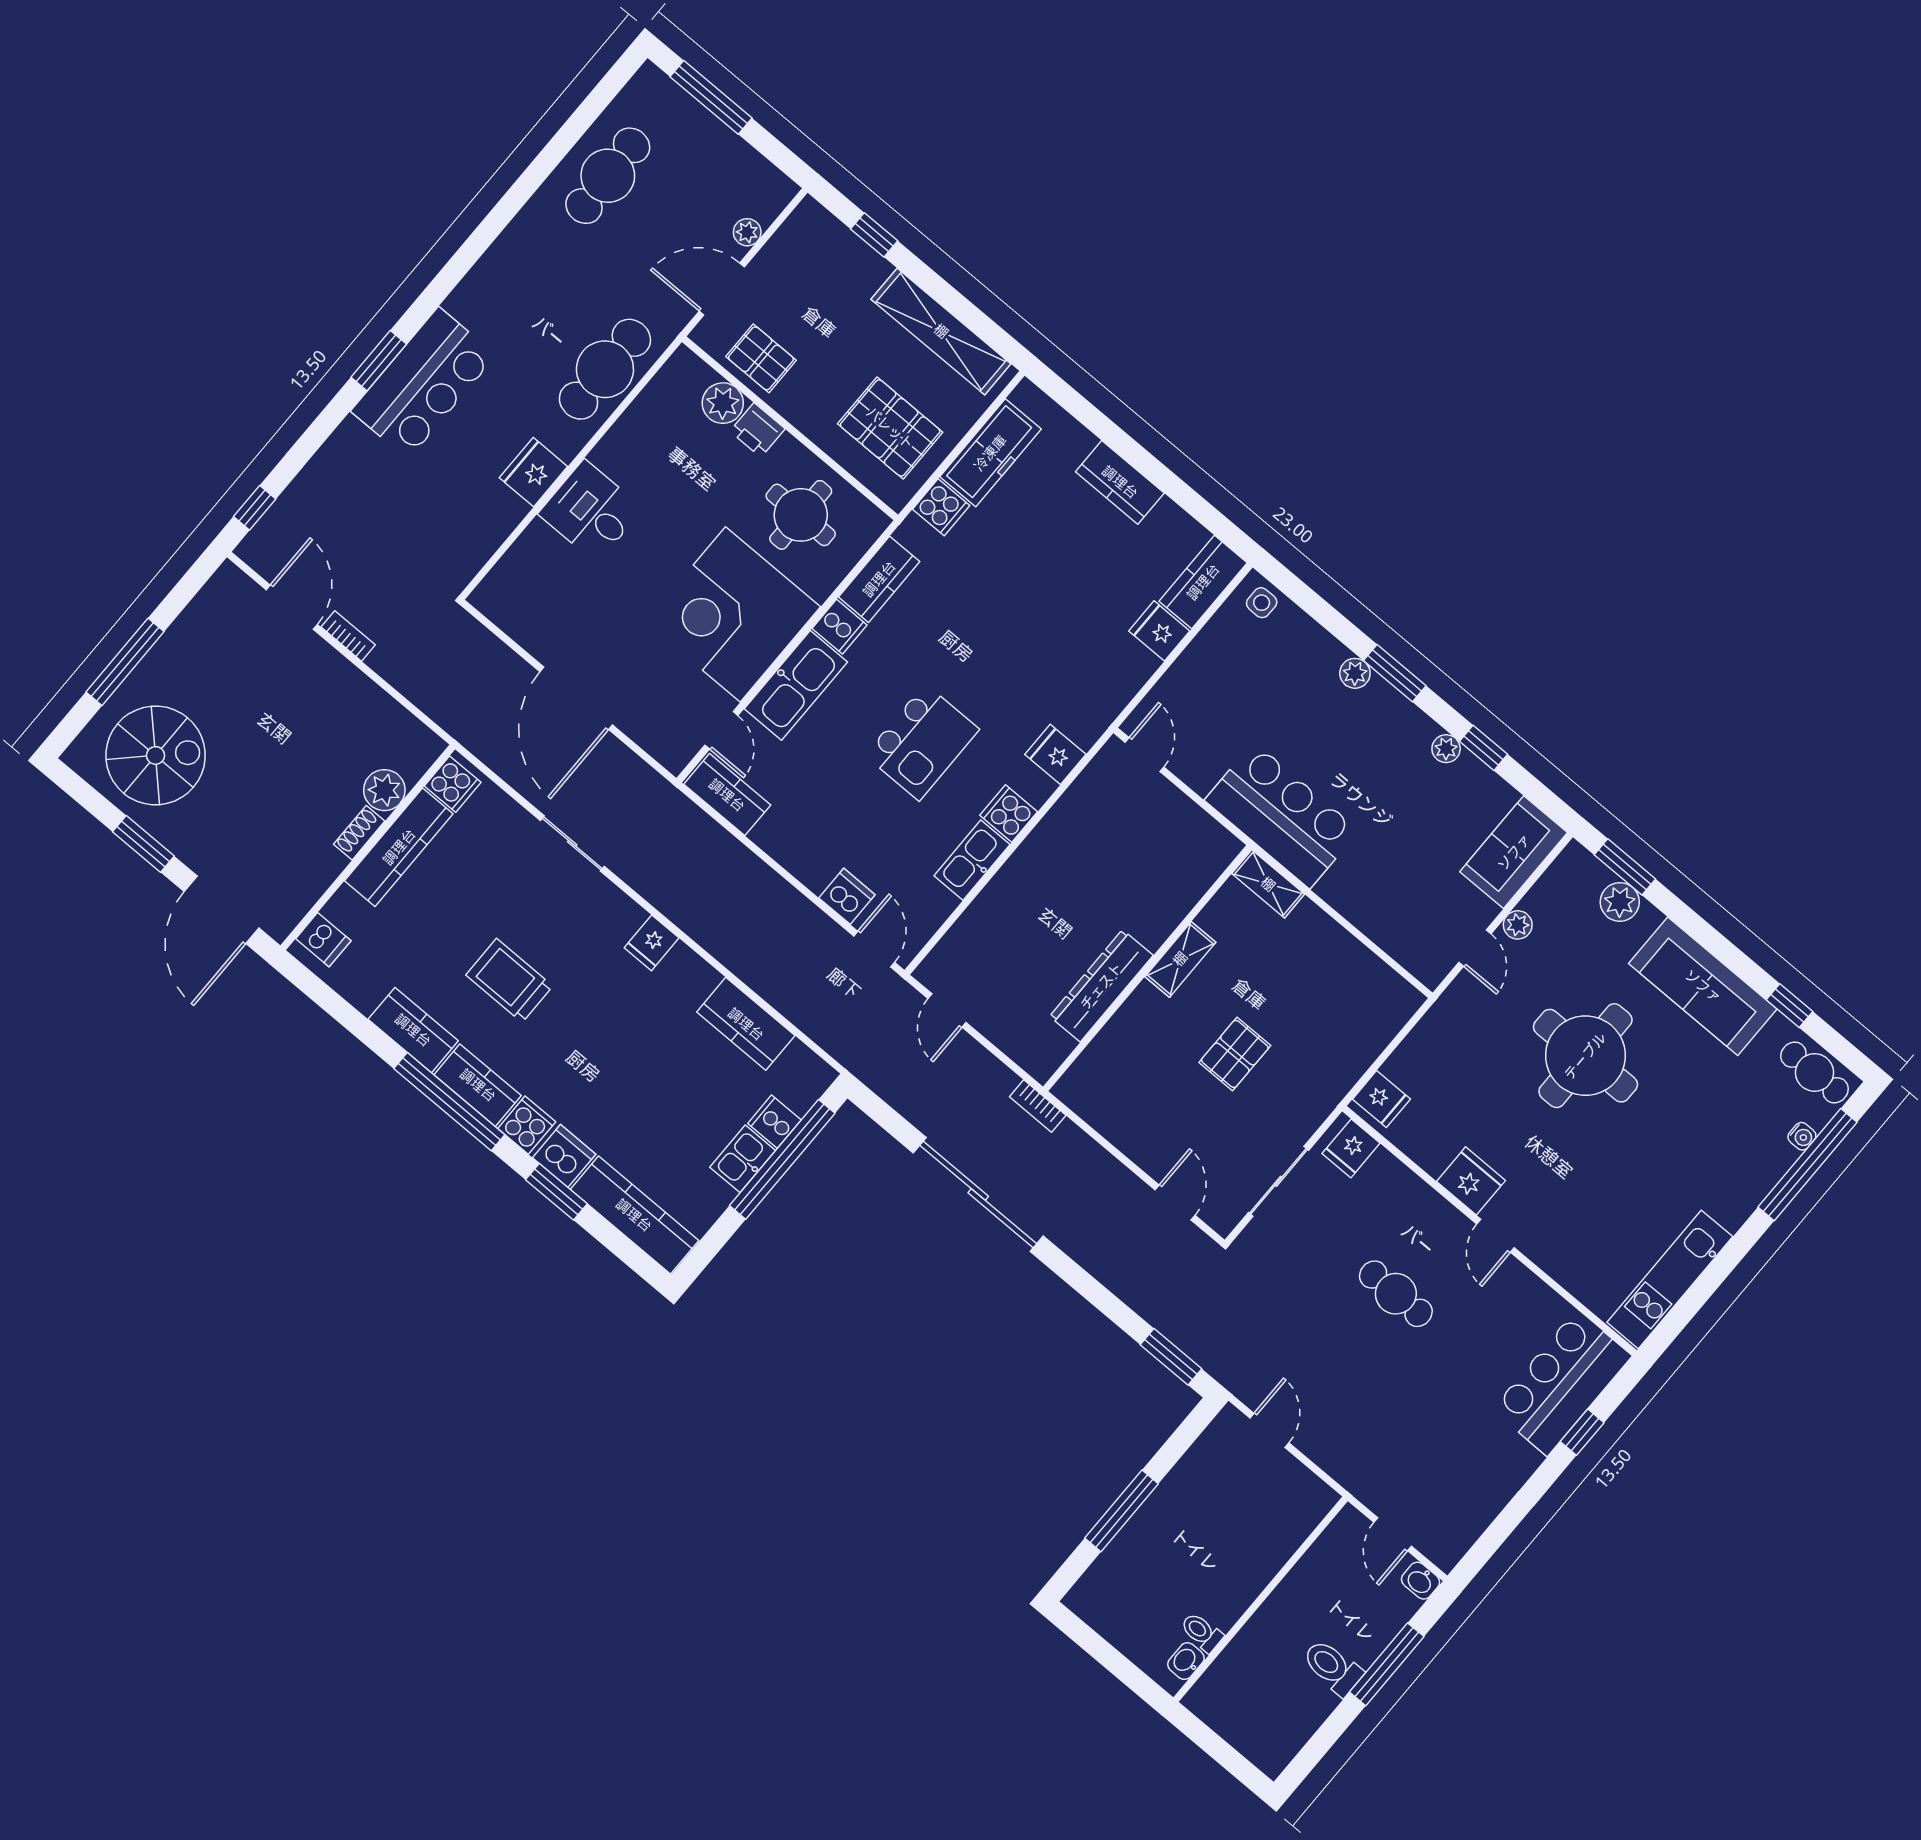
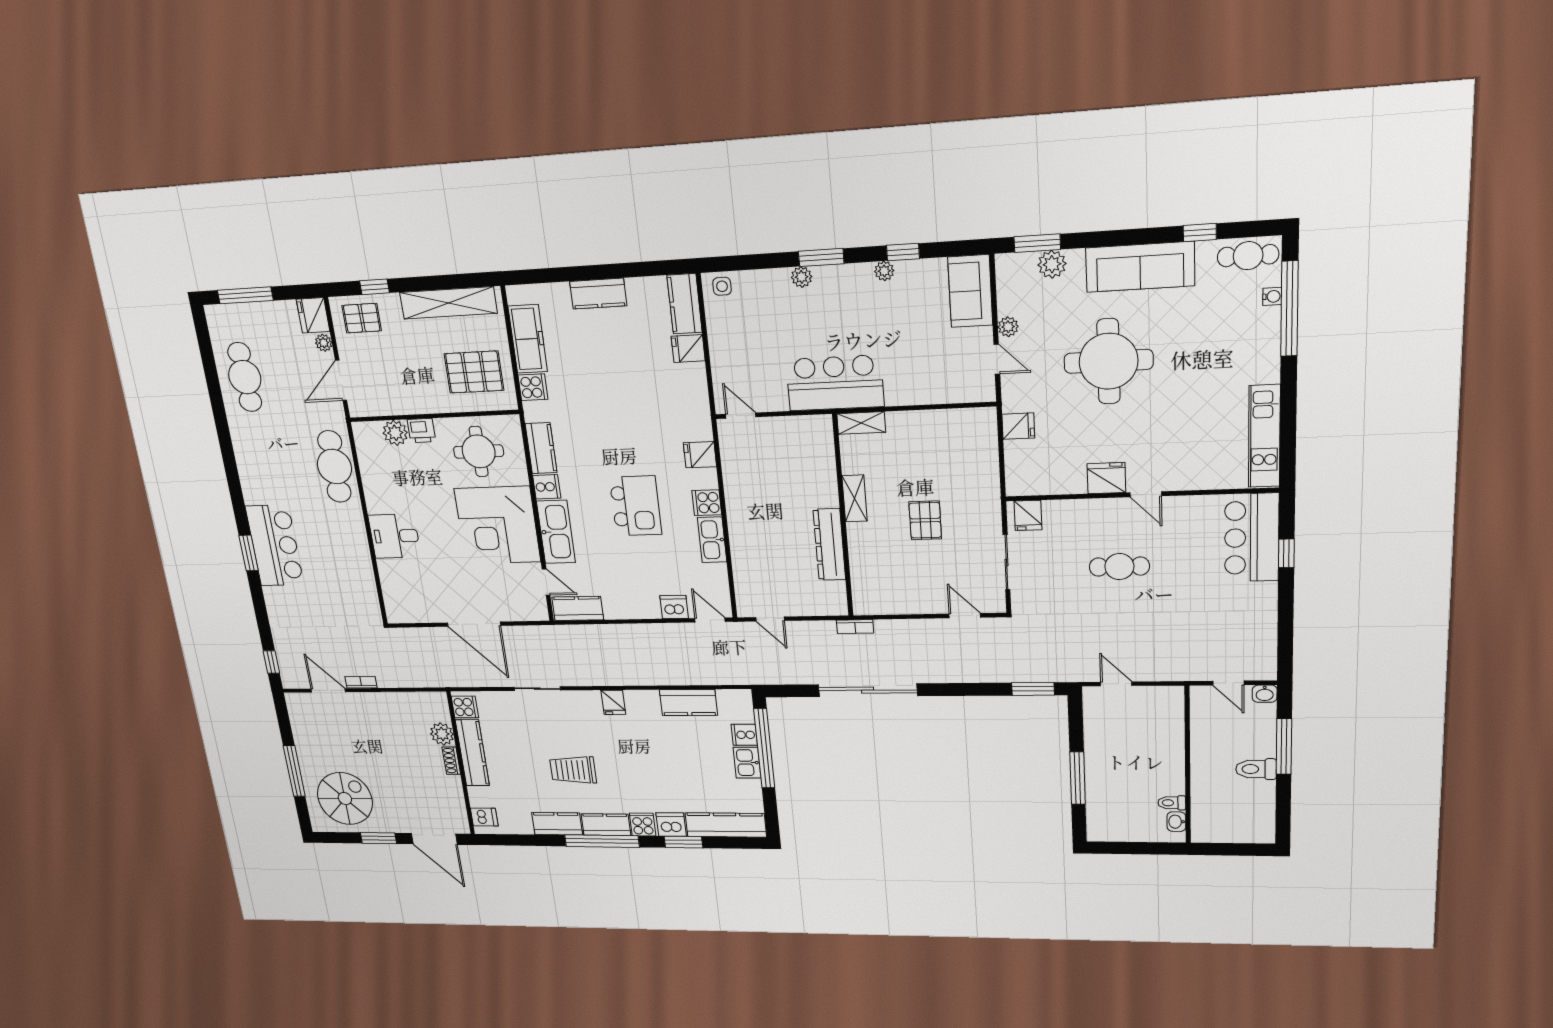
pallet: (761, 358) -> (362, 318), moved
fridge: (533, 472) -> (313, 315), moved
fridge: (1381, 1099) -> (1018, 426), moved

